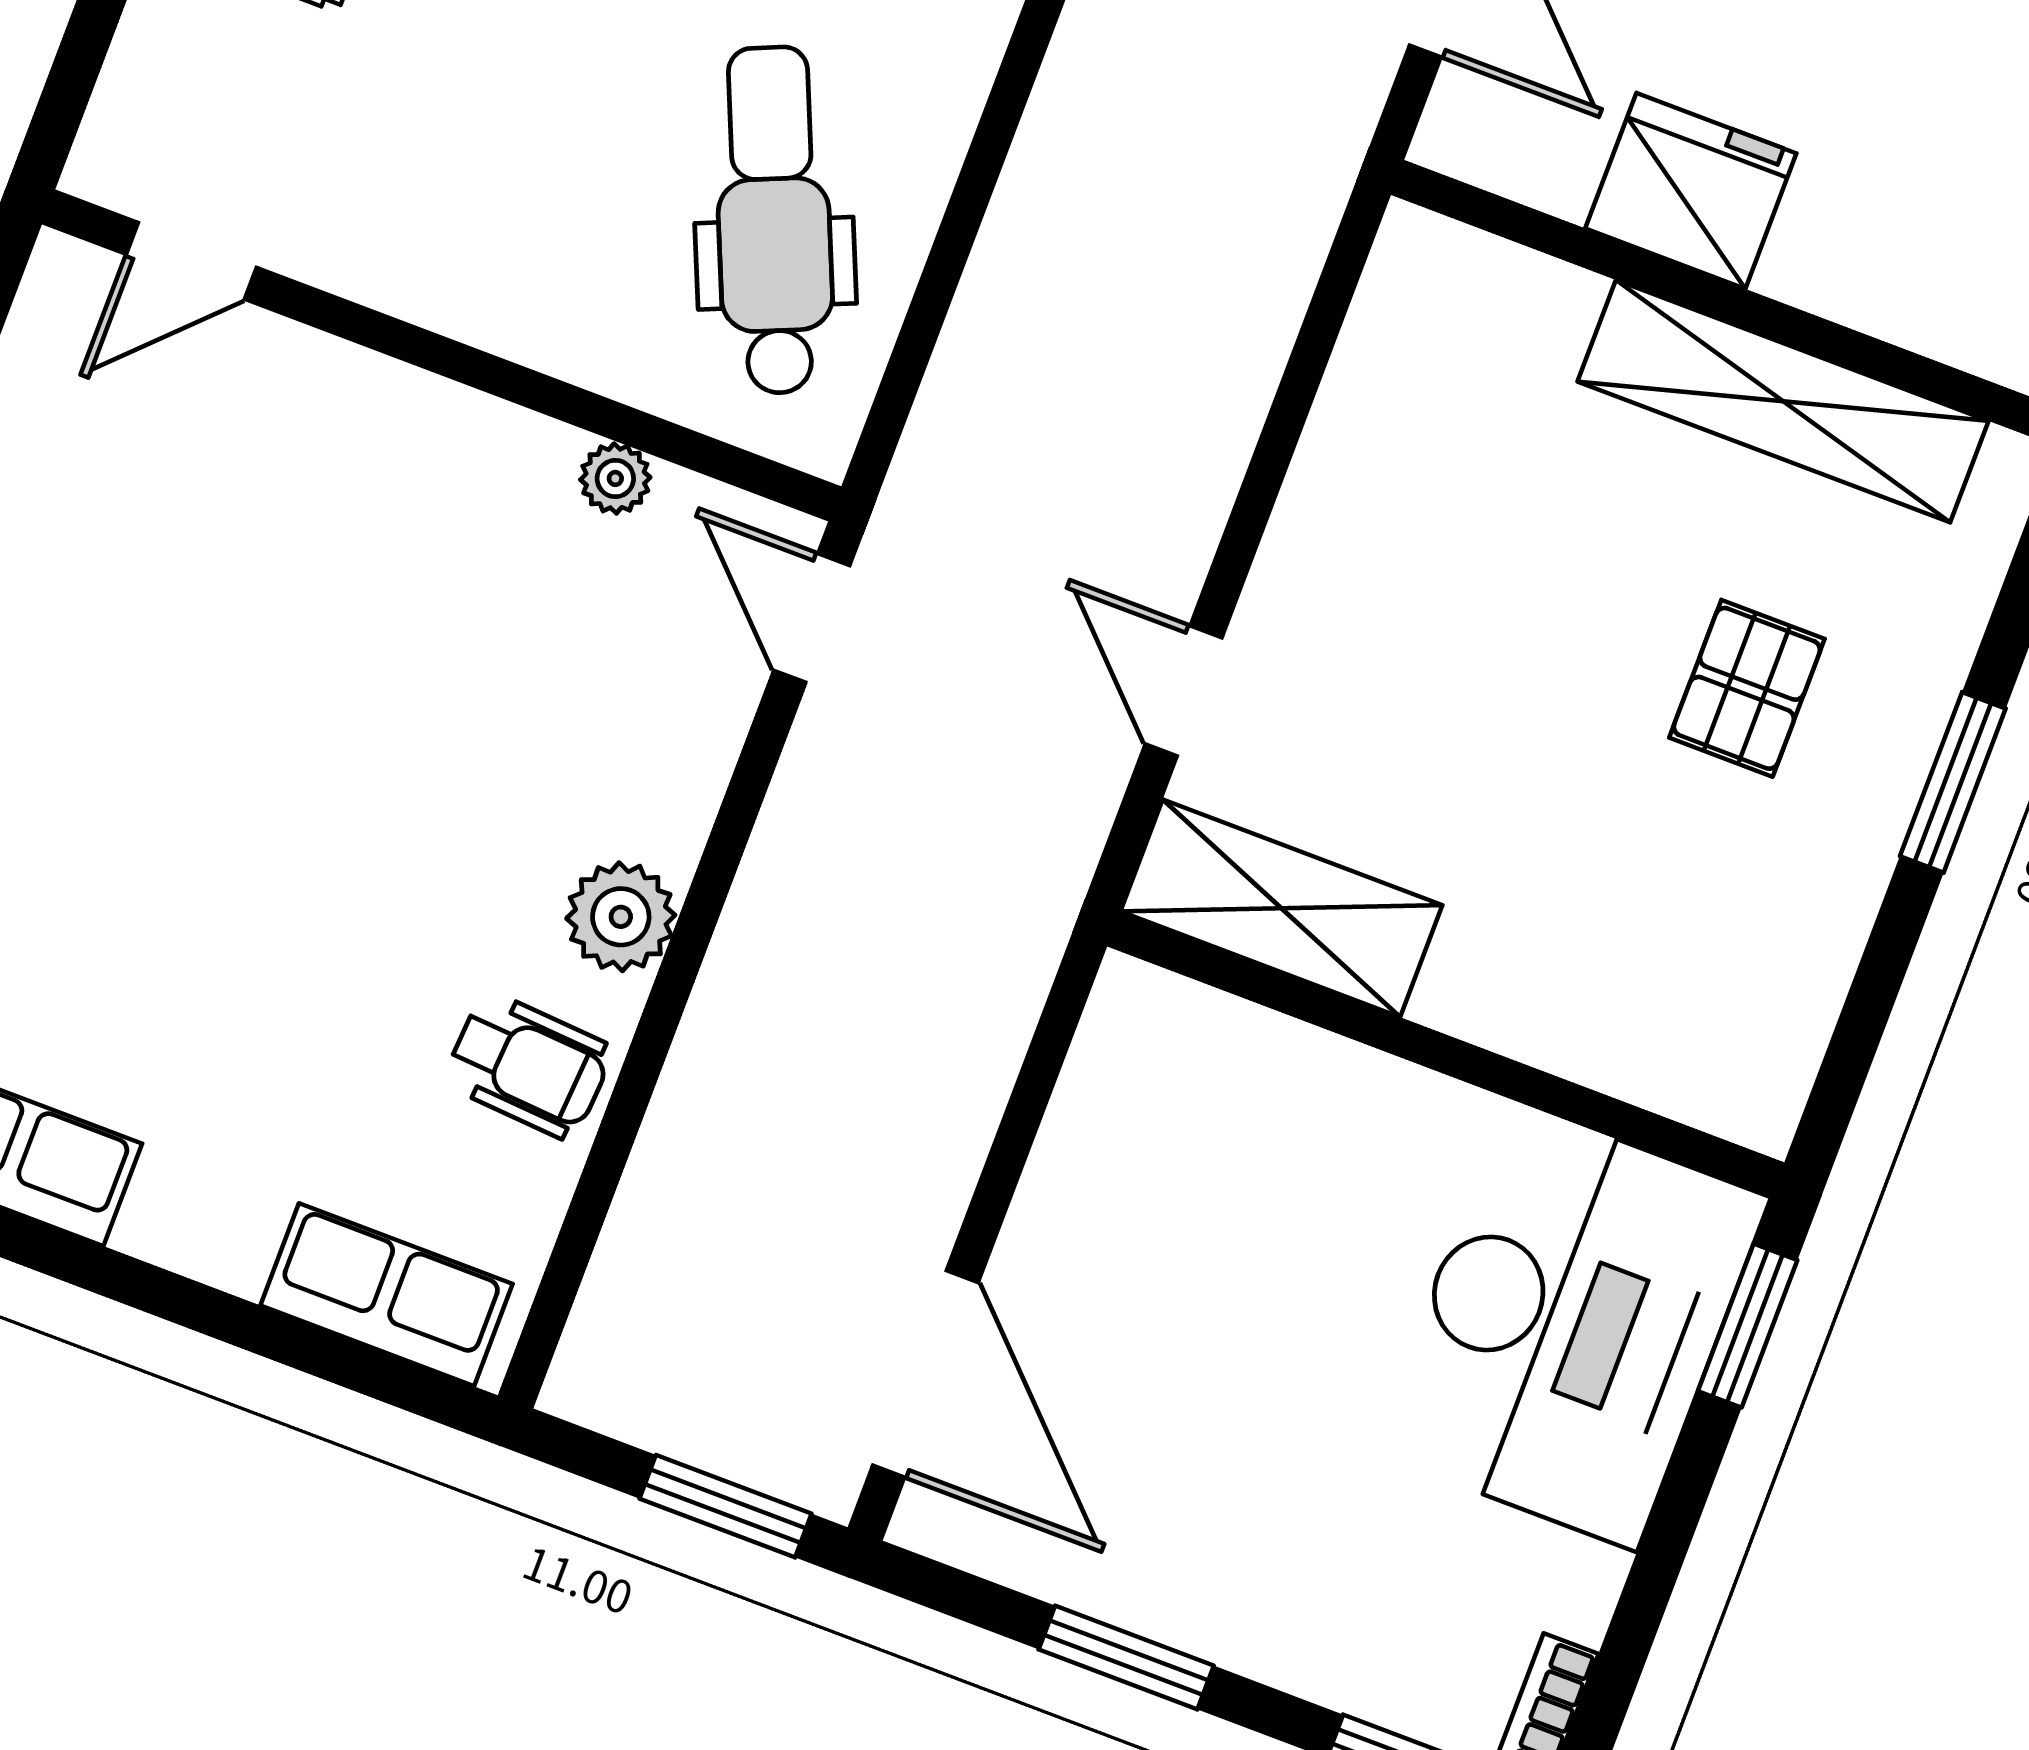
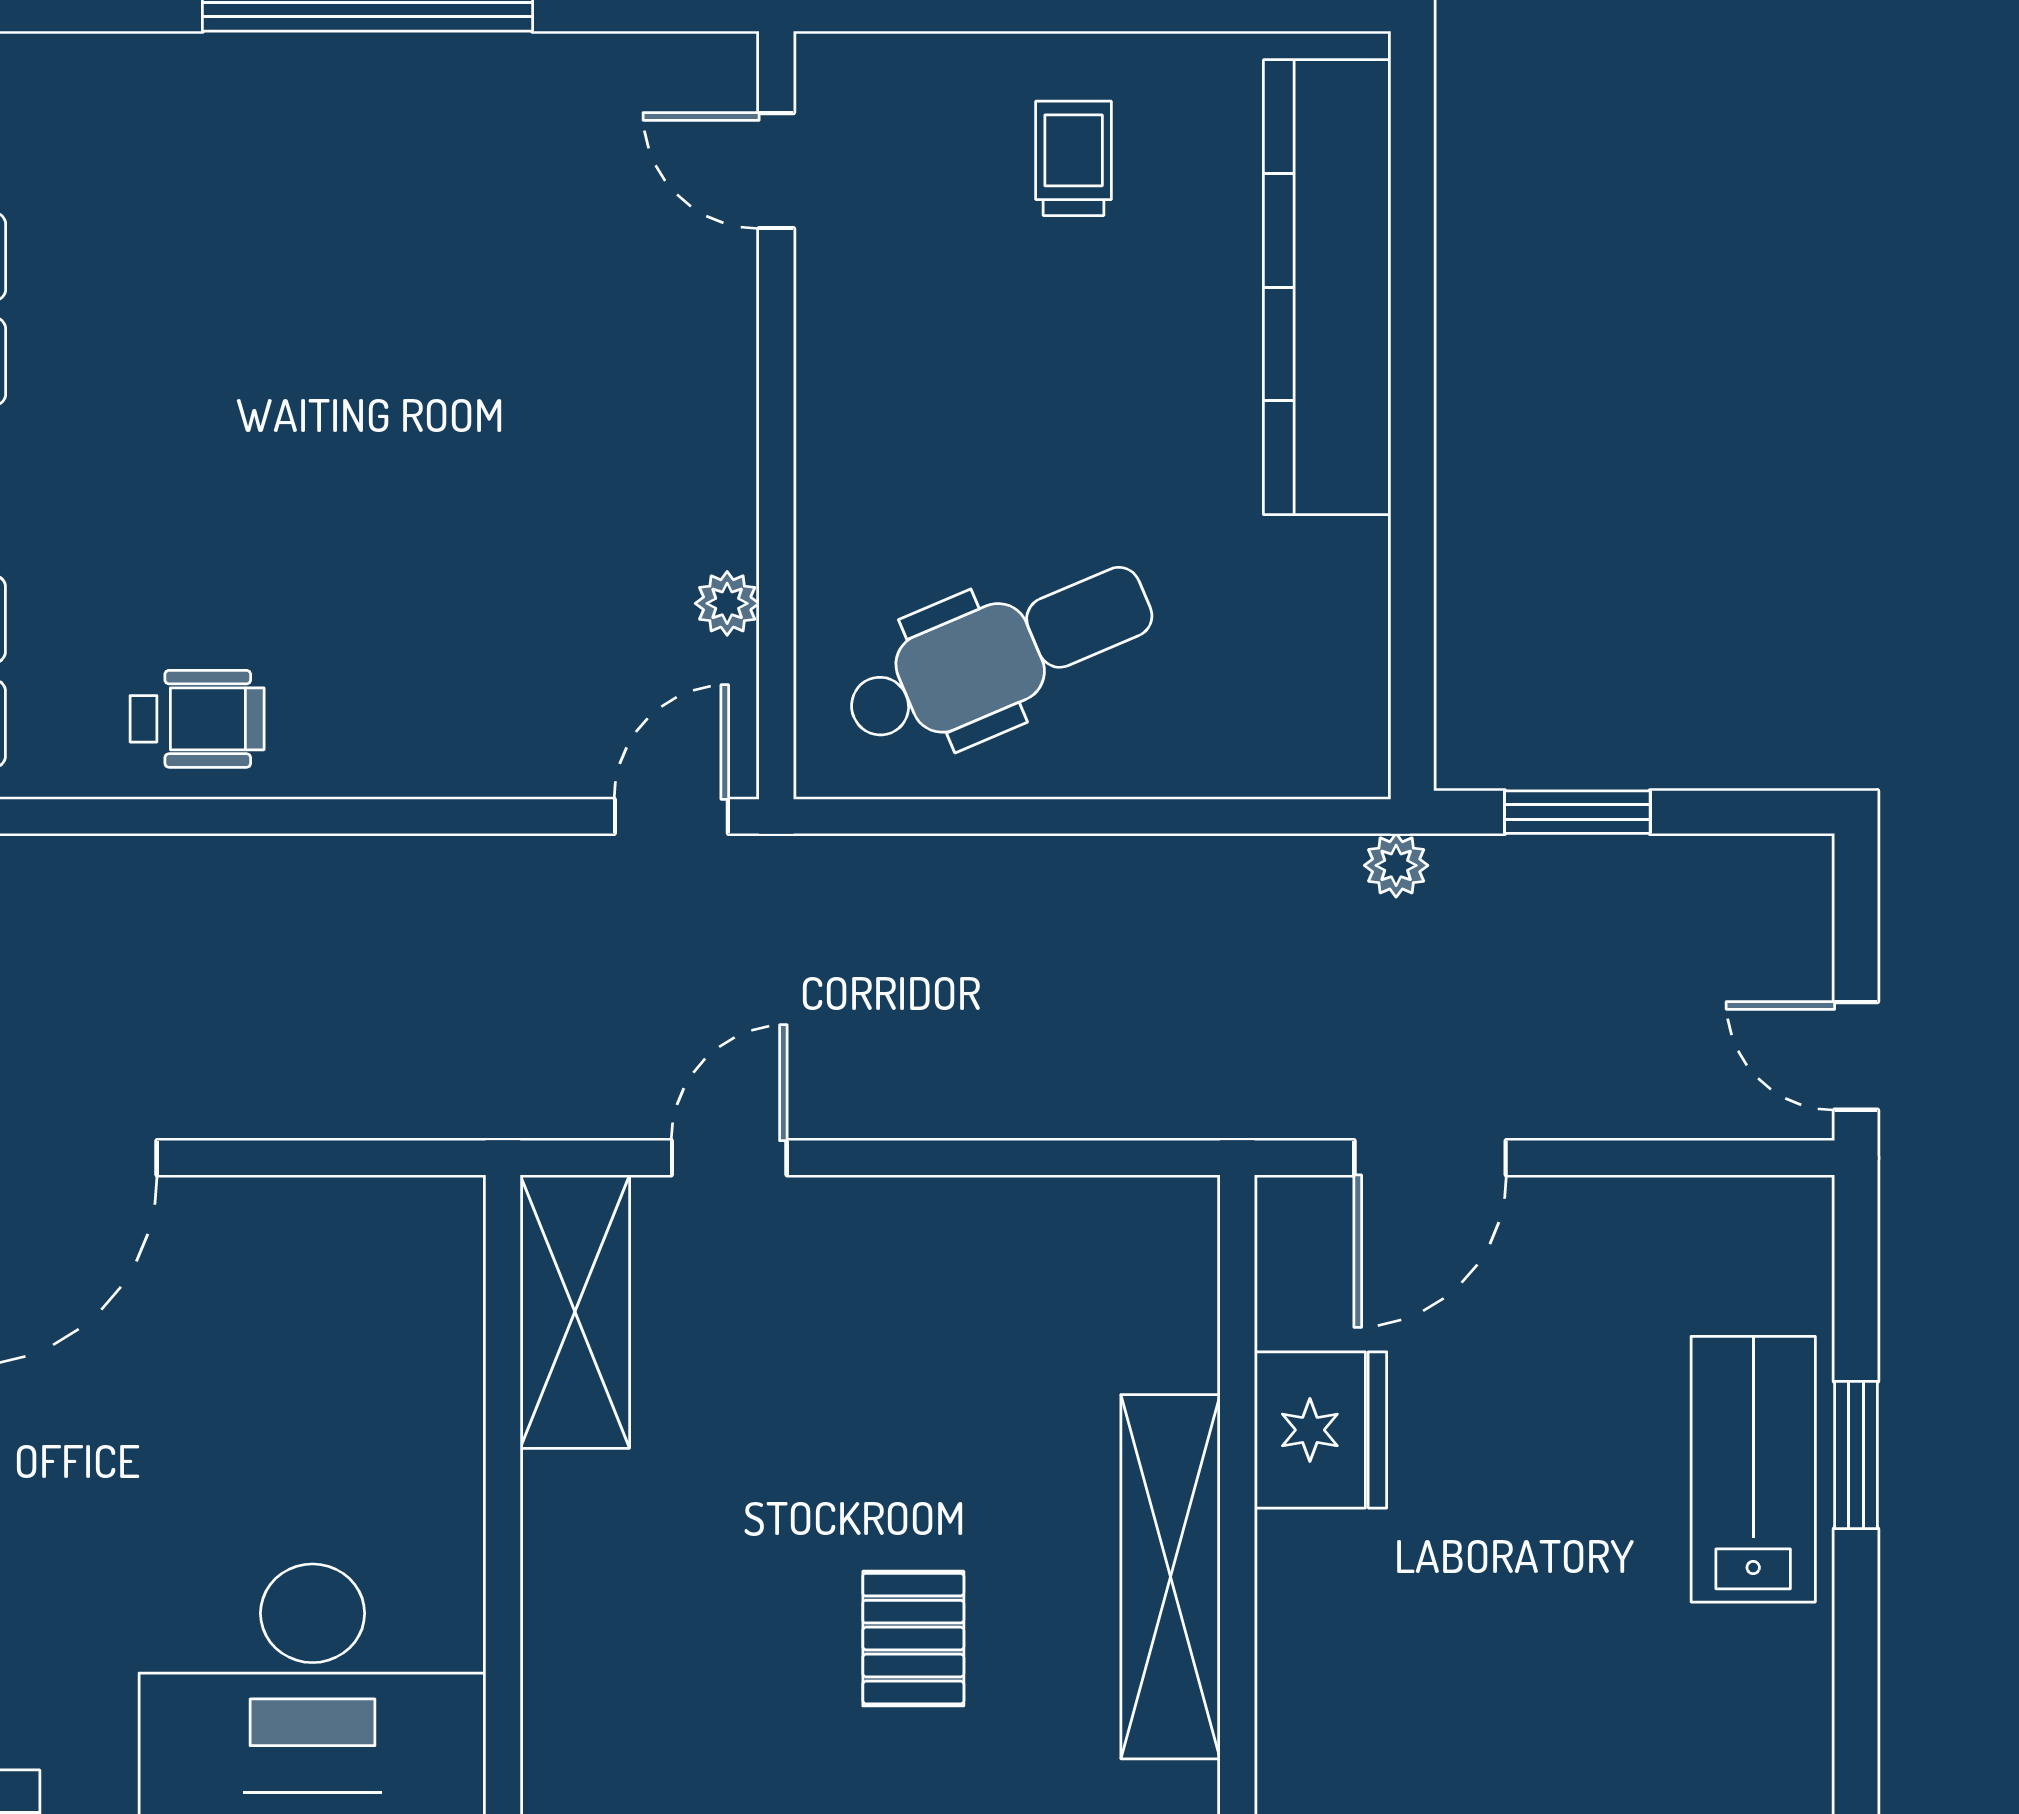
pallet: (1747, 688) -> (913, 1639), turned 90
plant: (621, 917) -> (354, 750), removed
wheelchair: (528, 1066) -> (197, 719), turned -94

